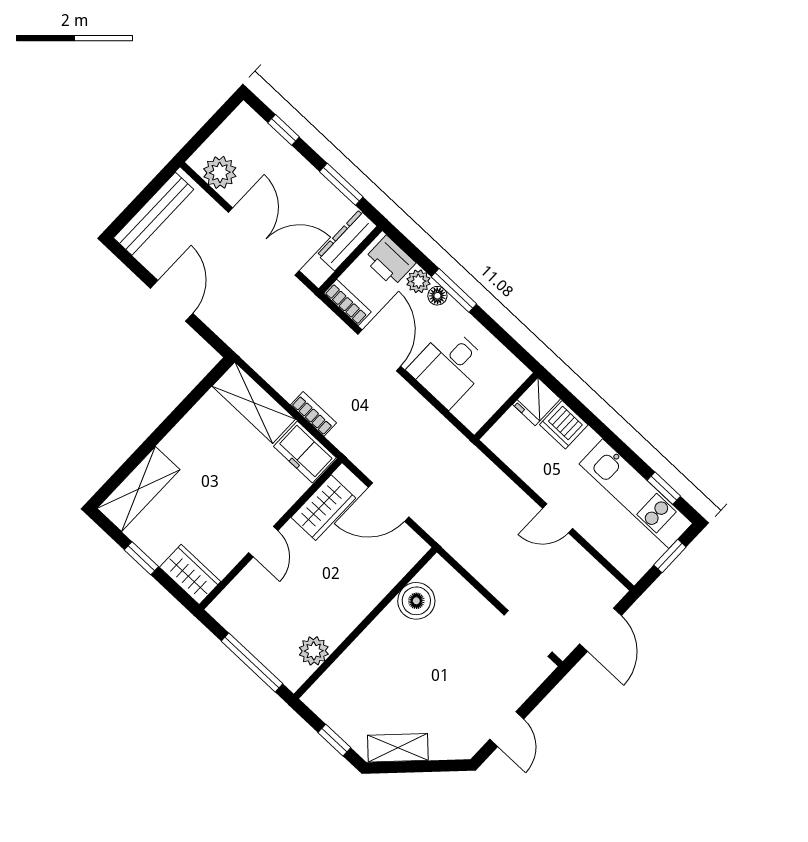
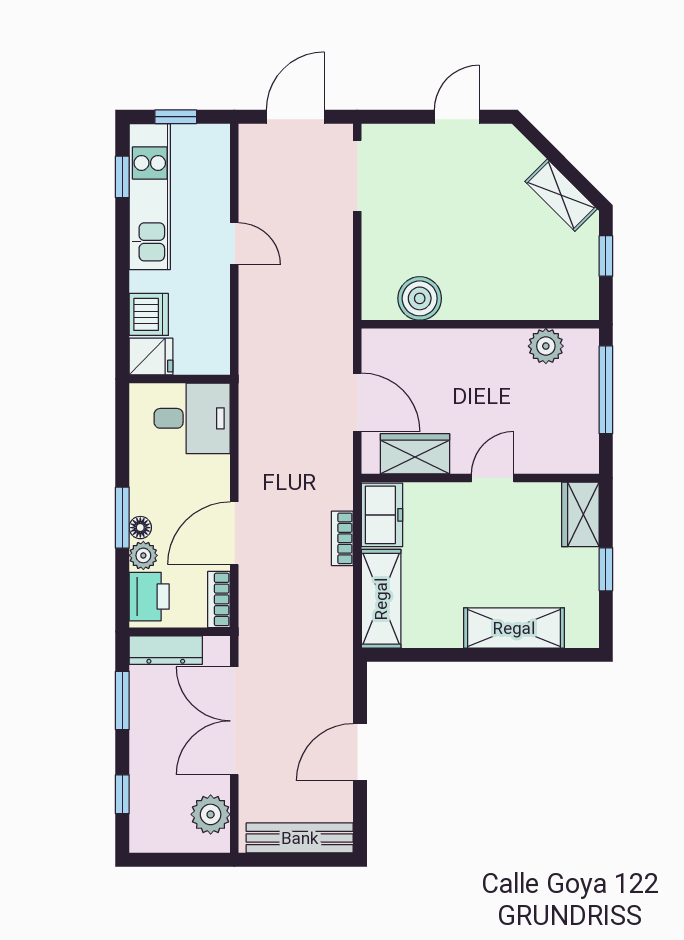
desk: (449, 367) -> (192, 418), moved
shelving: (138, 489) -> (514, 628), moved

